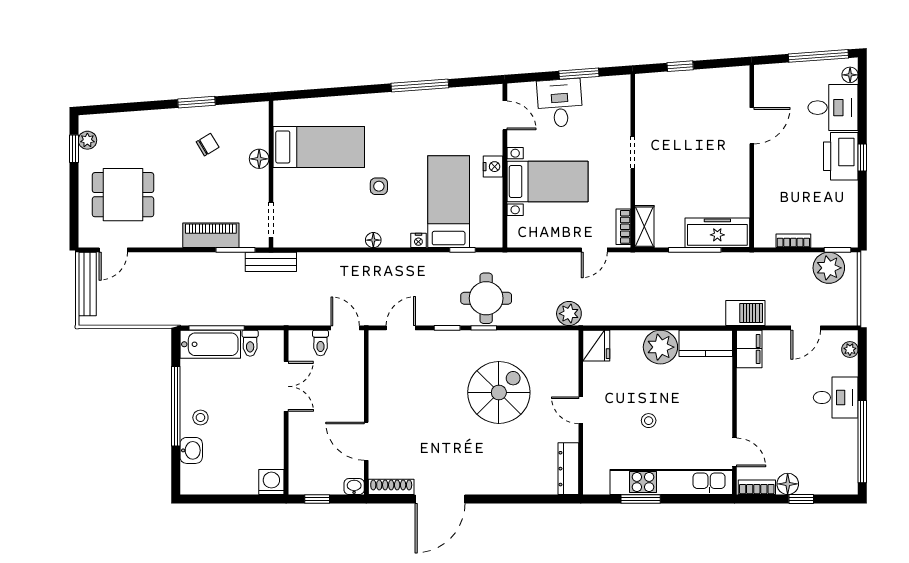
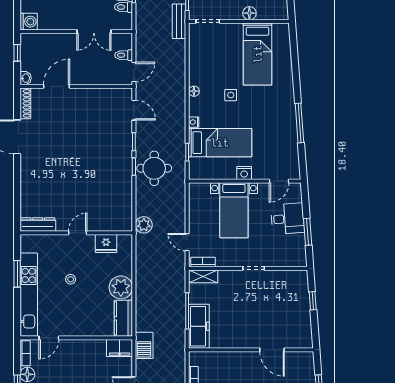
fridge: (596, 346) -> (106, 243), moved
spiral stairs: (499, 392) -> (90, 177), removed

